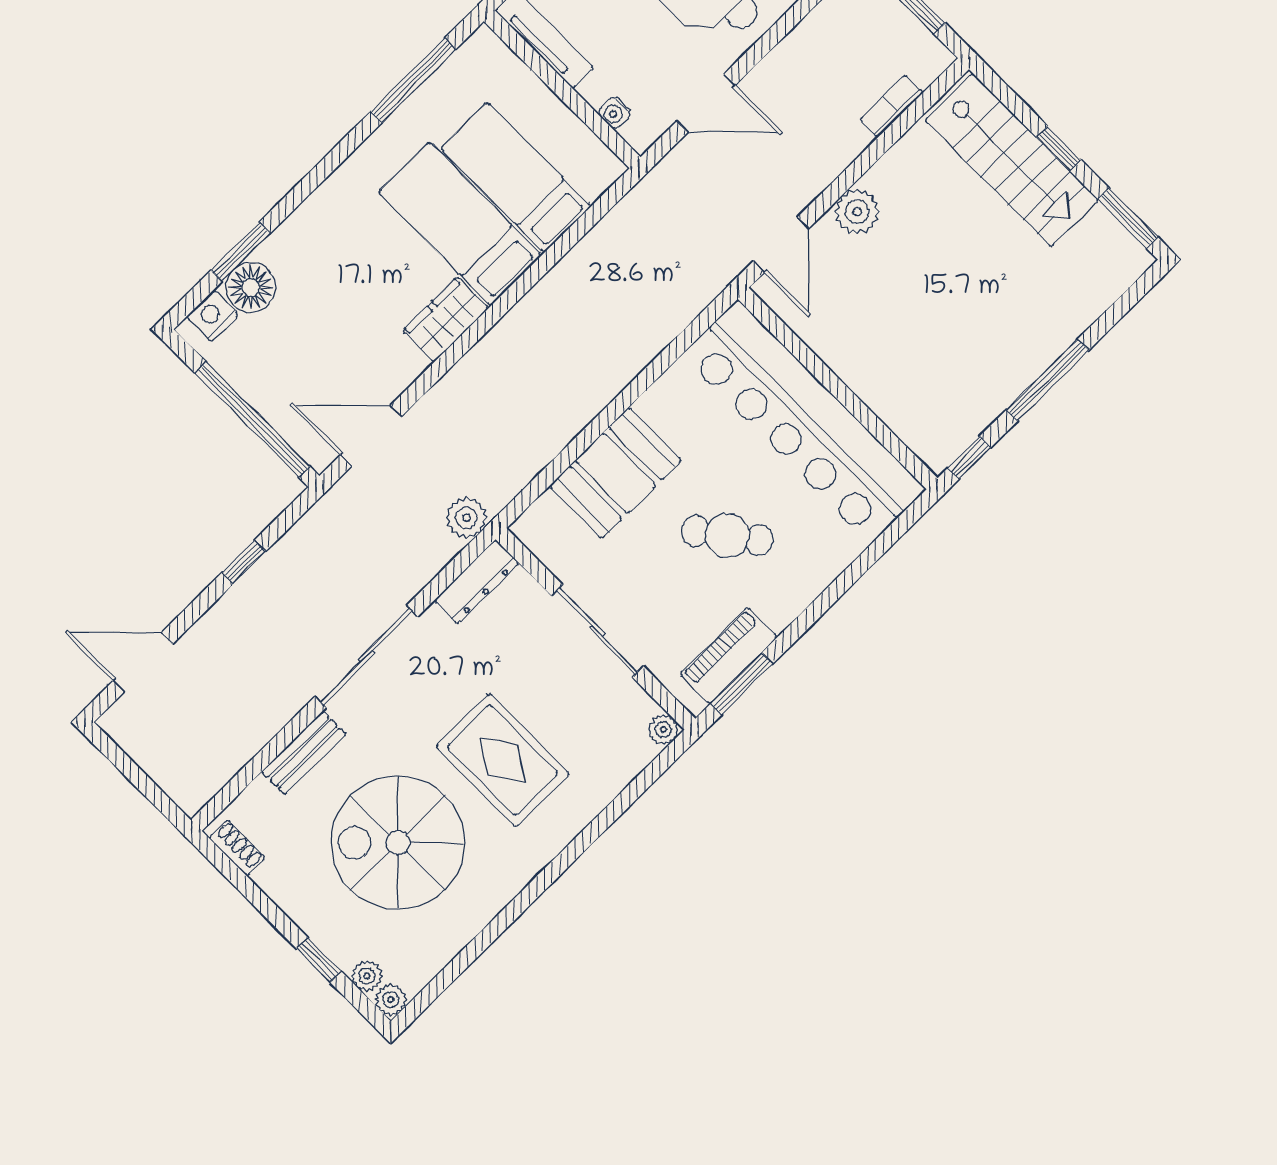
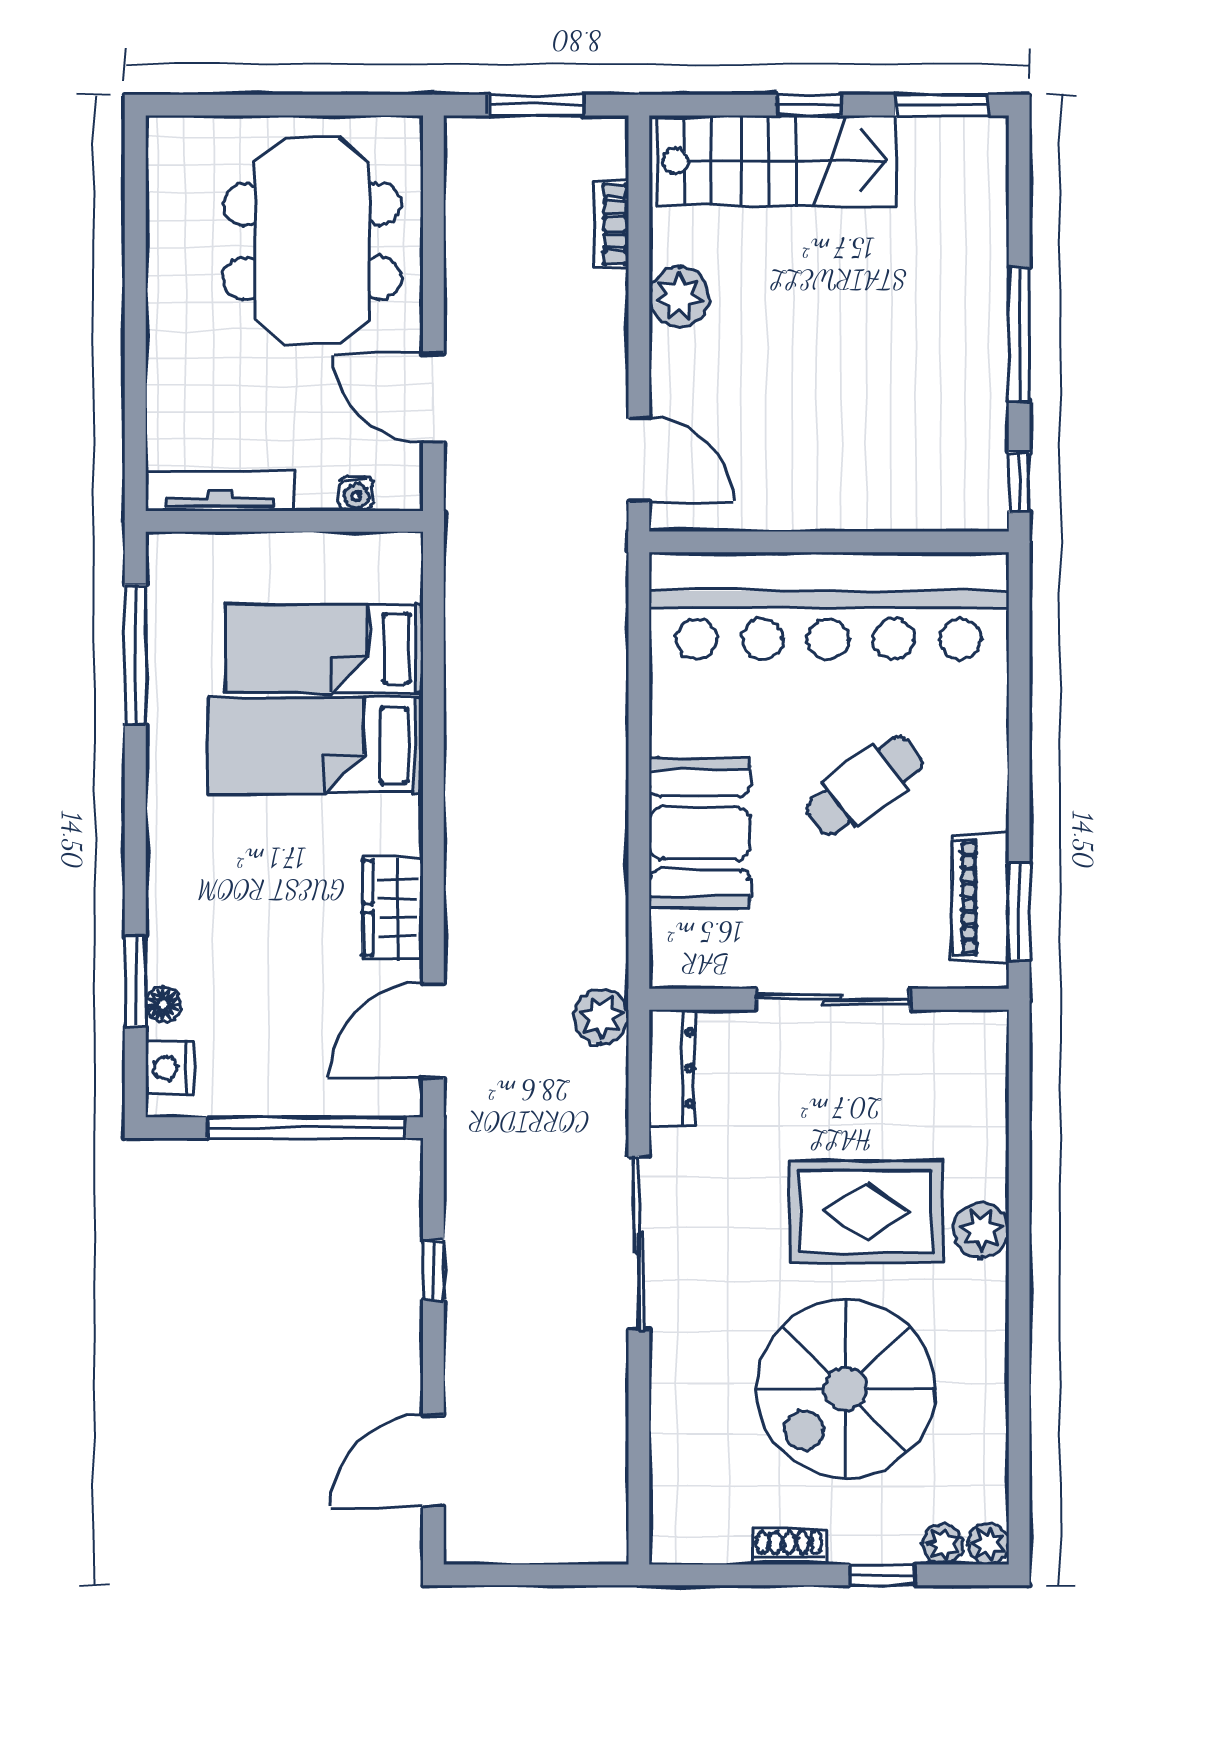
door: (706, 103) -> (433, 398), swing flipped
plant: (857, 212) -> (679, 297), moved
floor lamp: (251, 287) -> (163, 1005), width x0.53, depth x0.53
wardrobe: (446, 319) -> (393, 908), moved
plant: (663, 730) -> (981, 1230), moved, width x1.38, depth x1.38
bench: (304, 753) -> (671, 1394), removed
shoe rack: (237, 848) -> (789, 1547), moved

